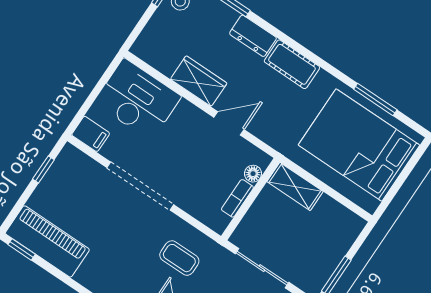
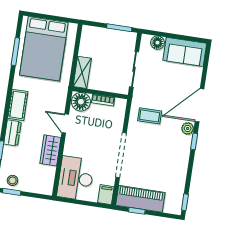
floor lamp: (253, 174) -> (81, 102), width x1.89, depth x1.89
piano: (47, 241) -> (140, 199), moved, turned 90
coffee table: (179, 258) -> (150, 116), turned 90

